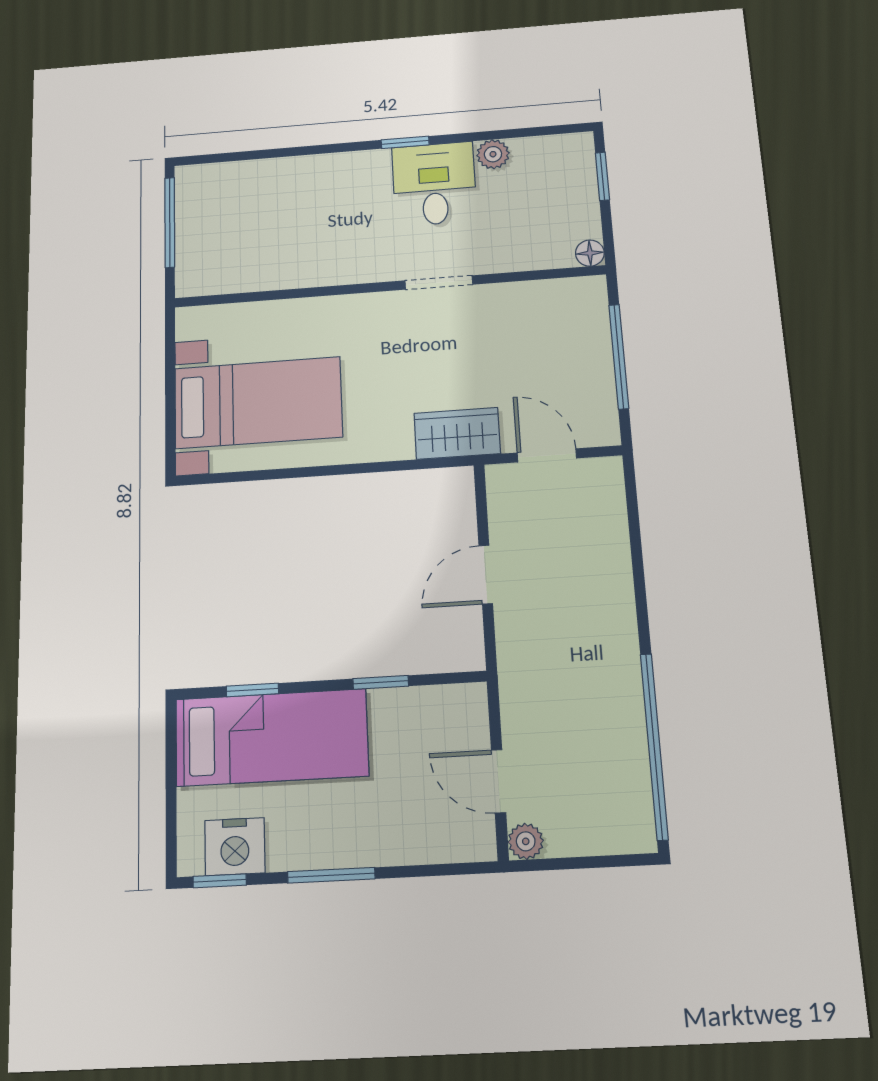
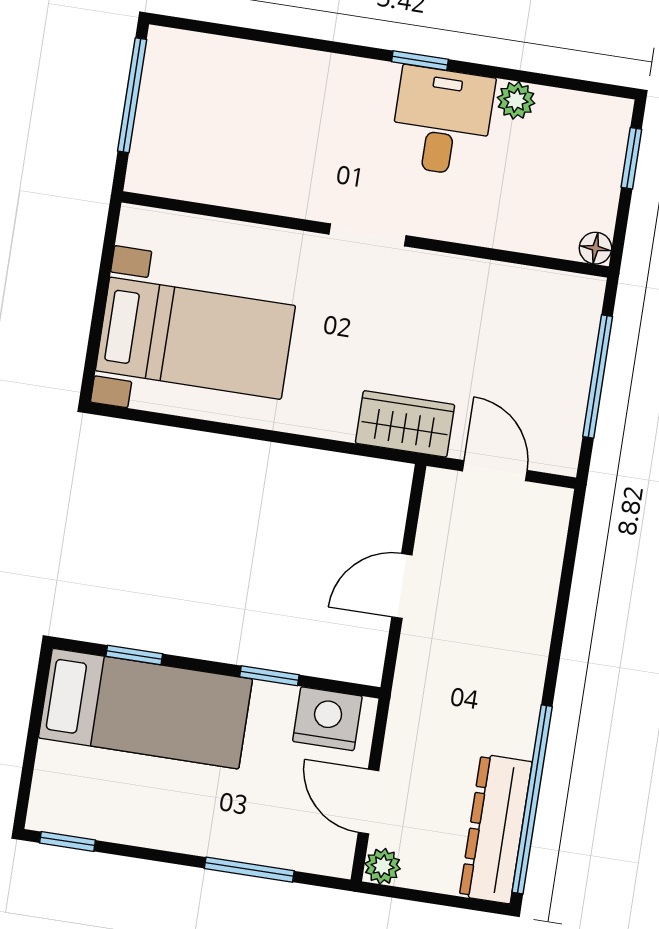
doorway: (439, 283) -> (367, 235), moved
dresser: (626, 782) -> (496, 829), added
nightstand: (235, 847) -> (327, 719), moved, turned 180
window: (331, 875) -> (249, 870), moved

